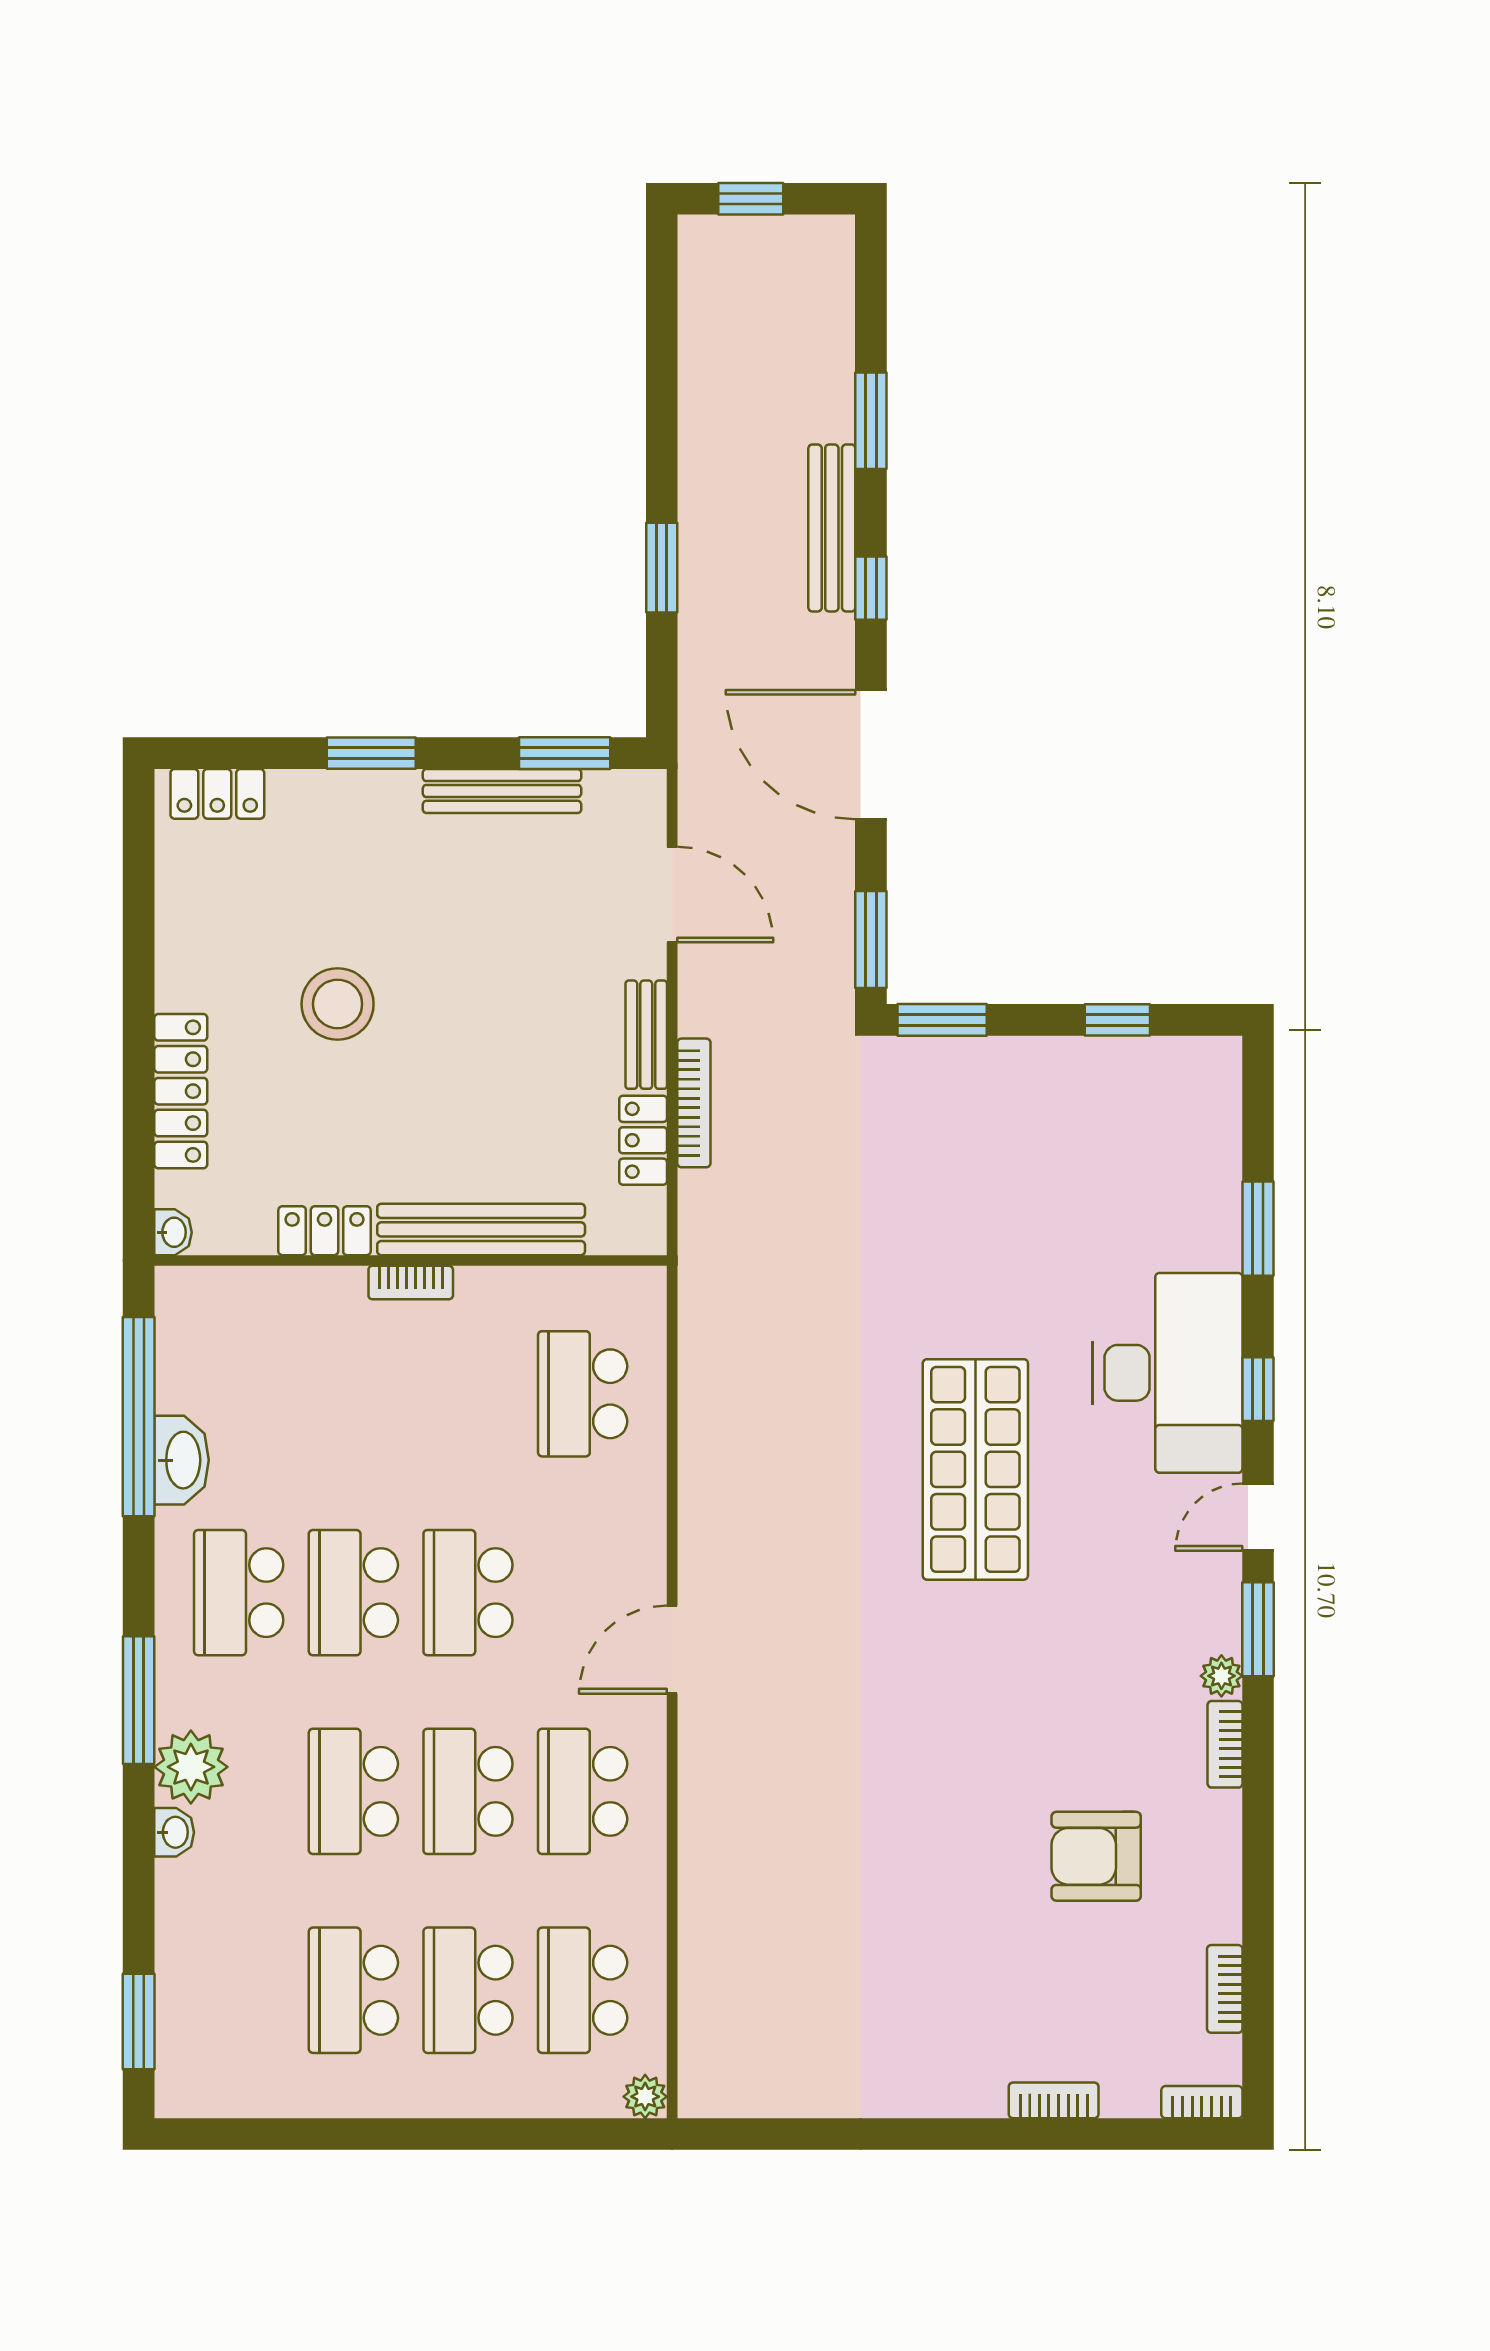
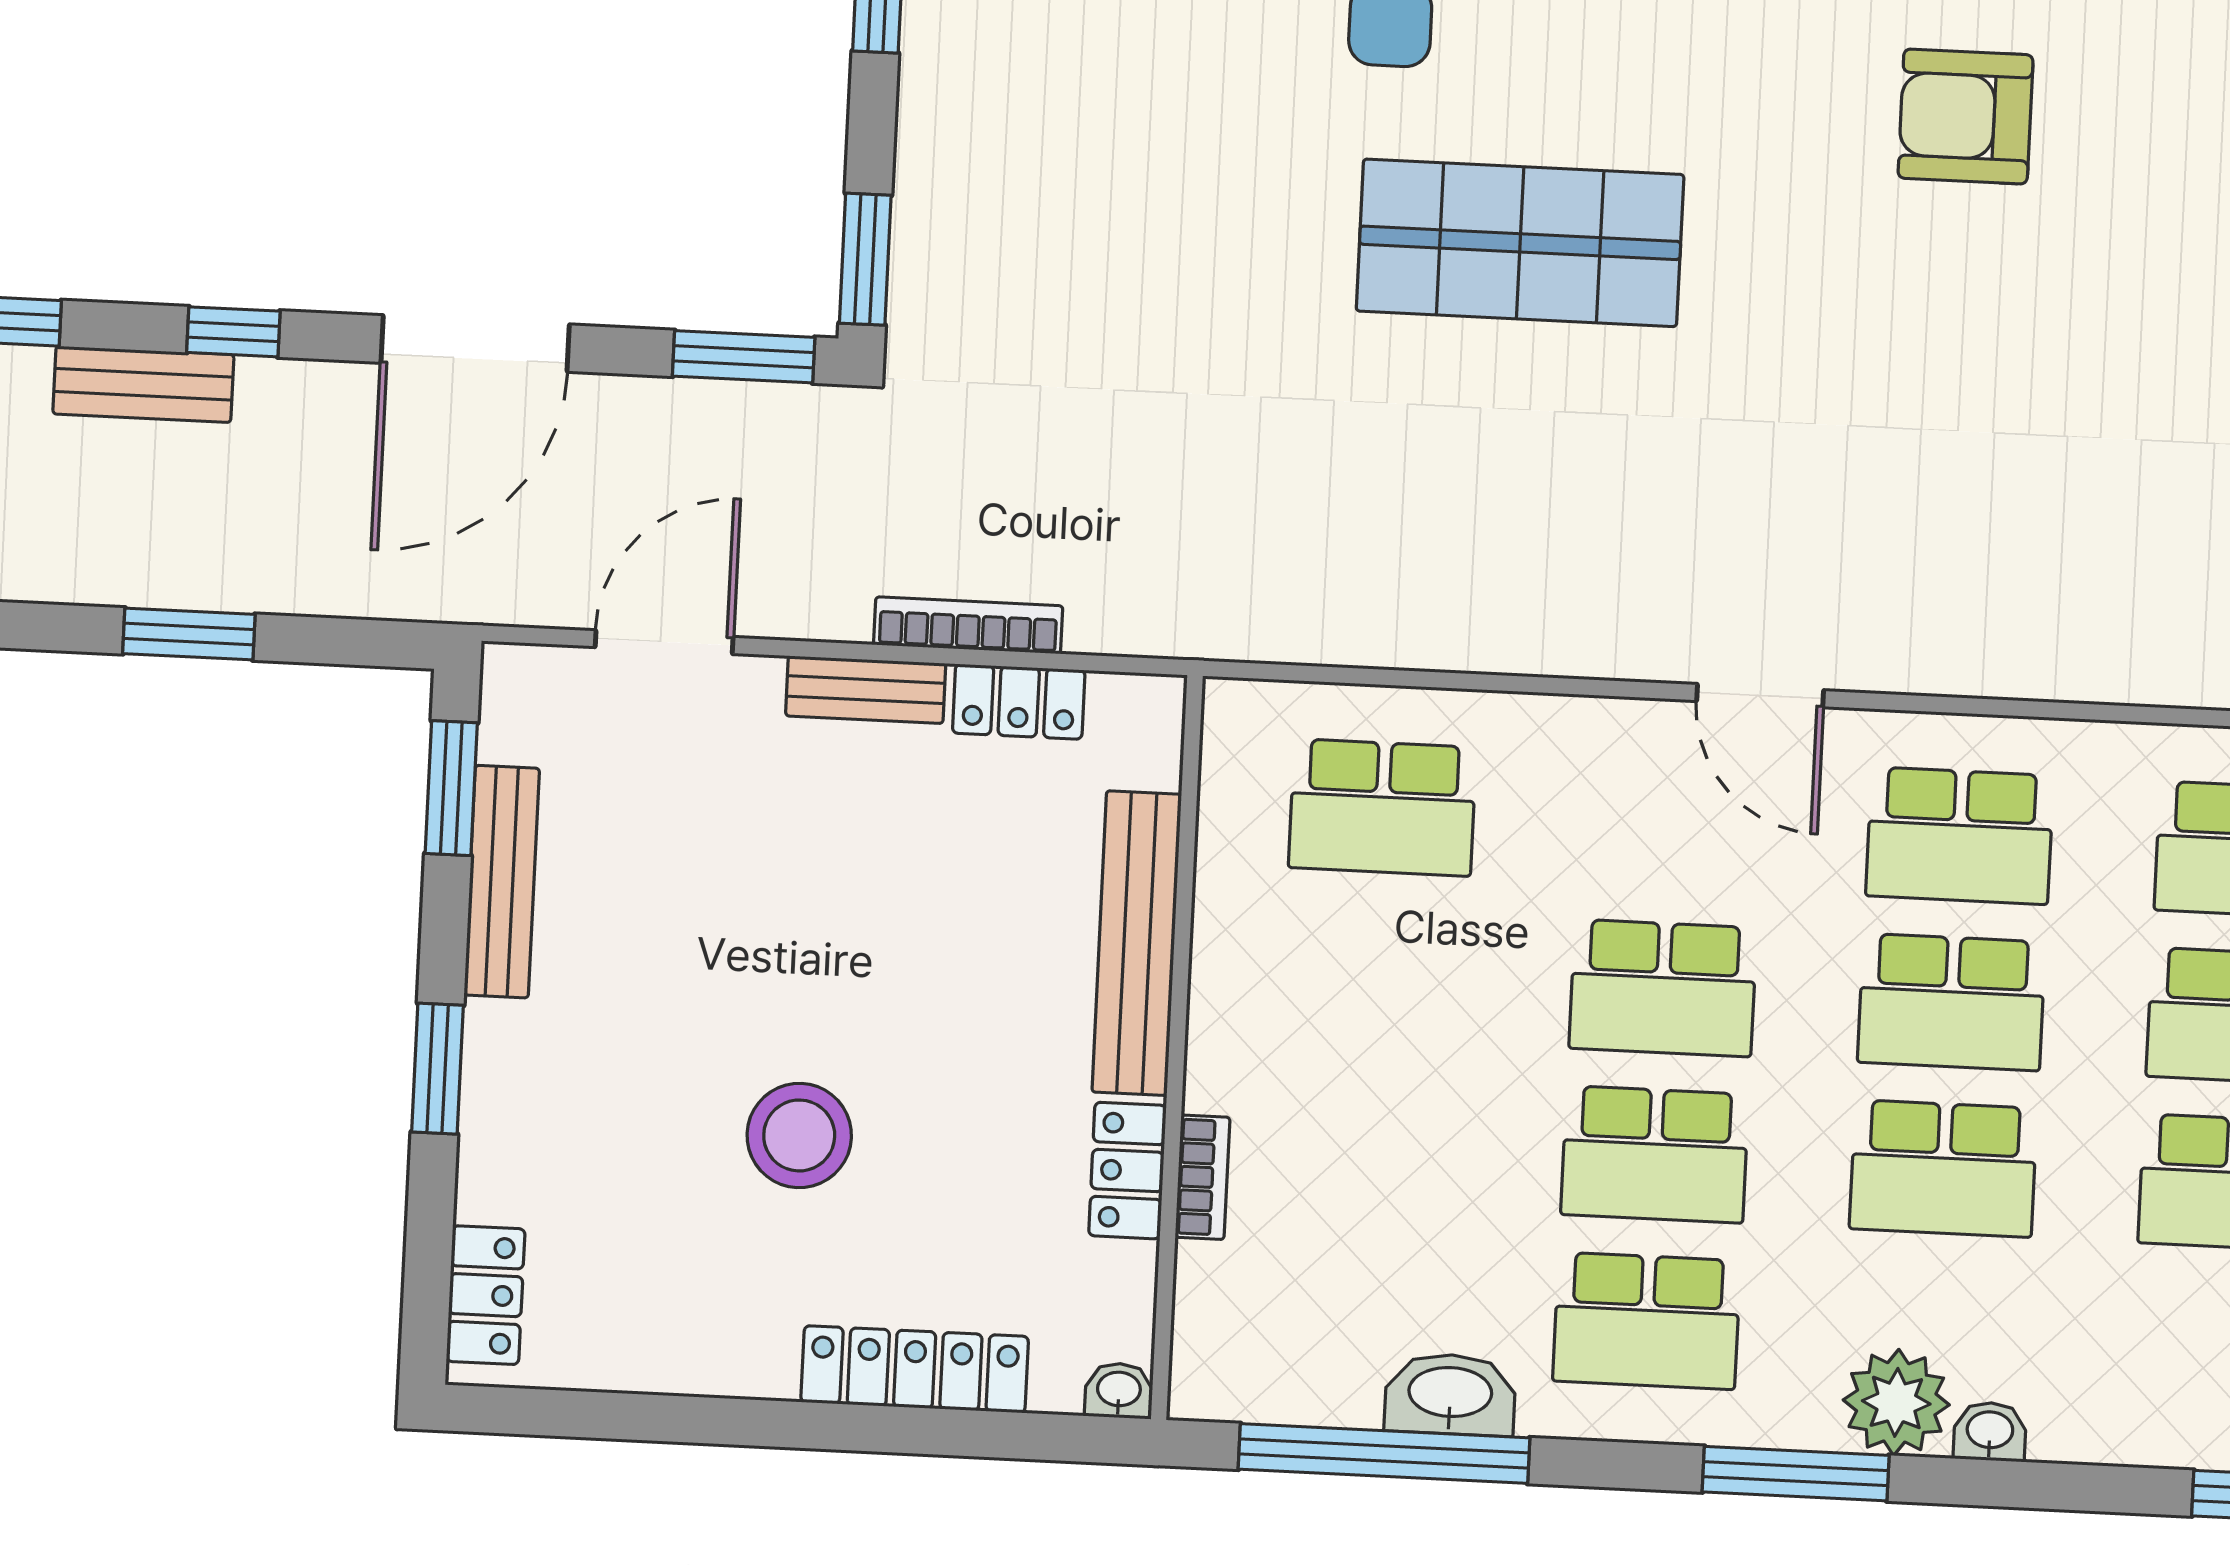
bench: (832, 528) -> (143, 384), width x0.73
bookcase: (411, 1283) -> (1203, 1177), moved
armchair: (1096, 1856) -> (1966, 116), moved, turned 90

